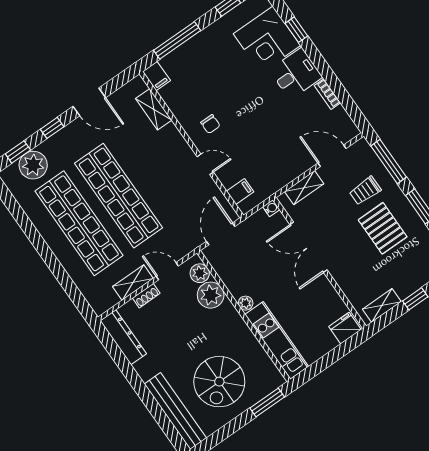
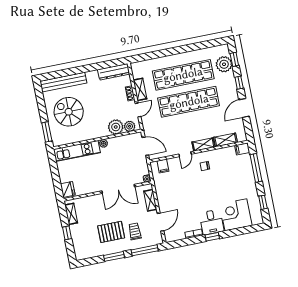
window: (296, 30) -> (212, 237), moved
shelving: (177, 142) -> (203, 144), added
double door: (309, 247) -> (118, 189), swing flipped

